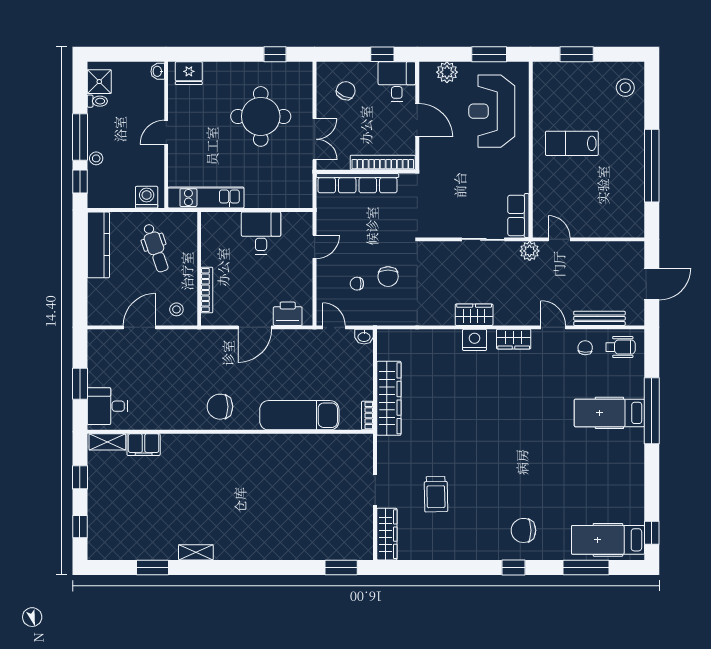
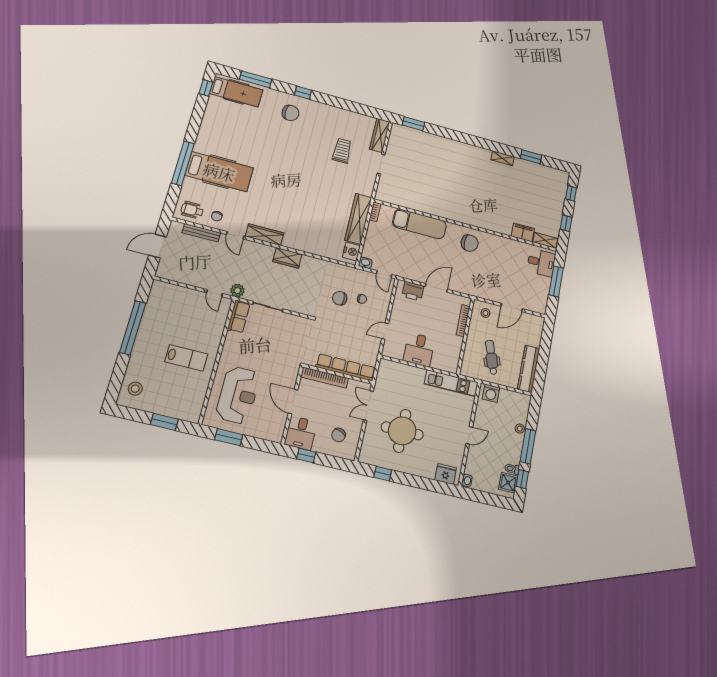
plant: (447, 72) -> (263, 431), removed
window: (80, 181) -> (522, 479), moved
chair: (388, 277) -> (340, 298), turned -90
wardrobe: (514, 339) -> (265, 235), width x1.50
nightstand: (475, 340) -> (351, 251), moved, turned -90
window: (80, 384) -> (556, 281), width x1.44
hospital bed: (609, 413) -> (219, 172), width x1.37, depth x1.29

